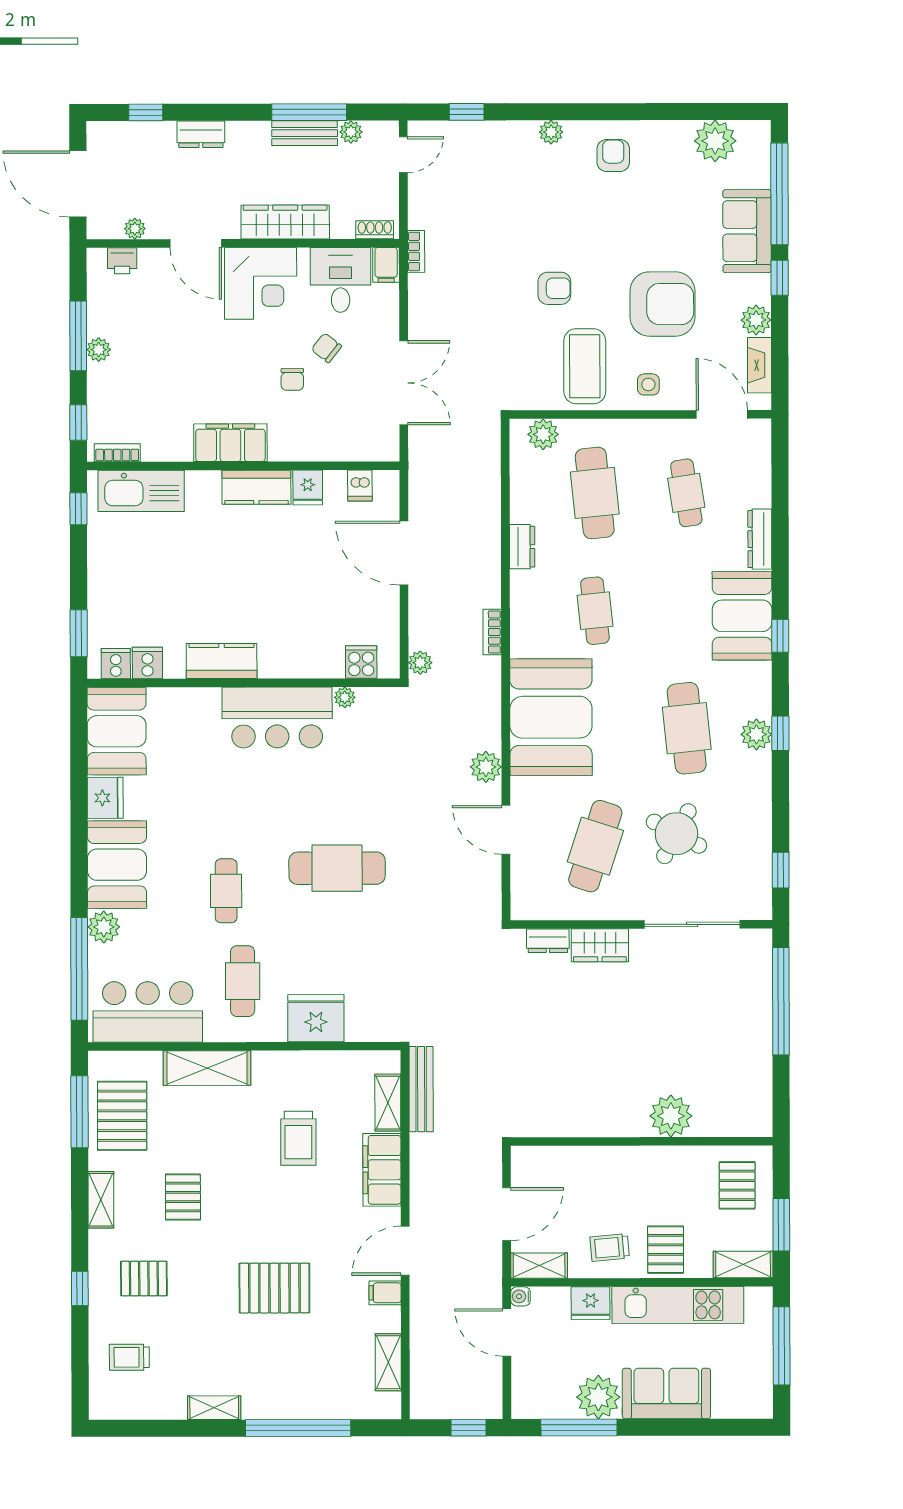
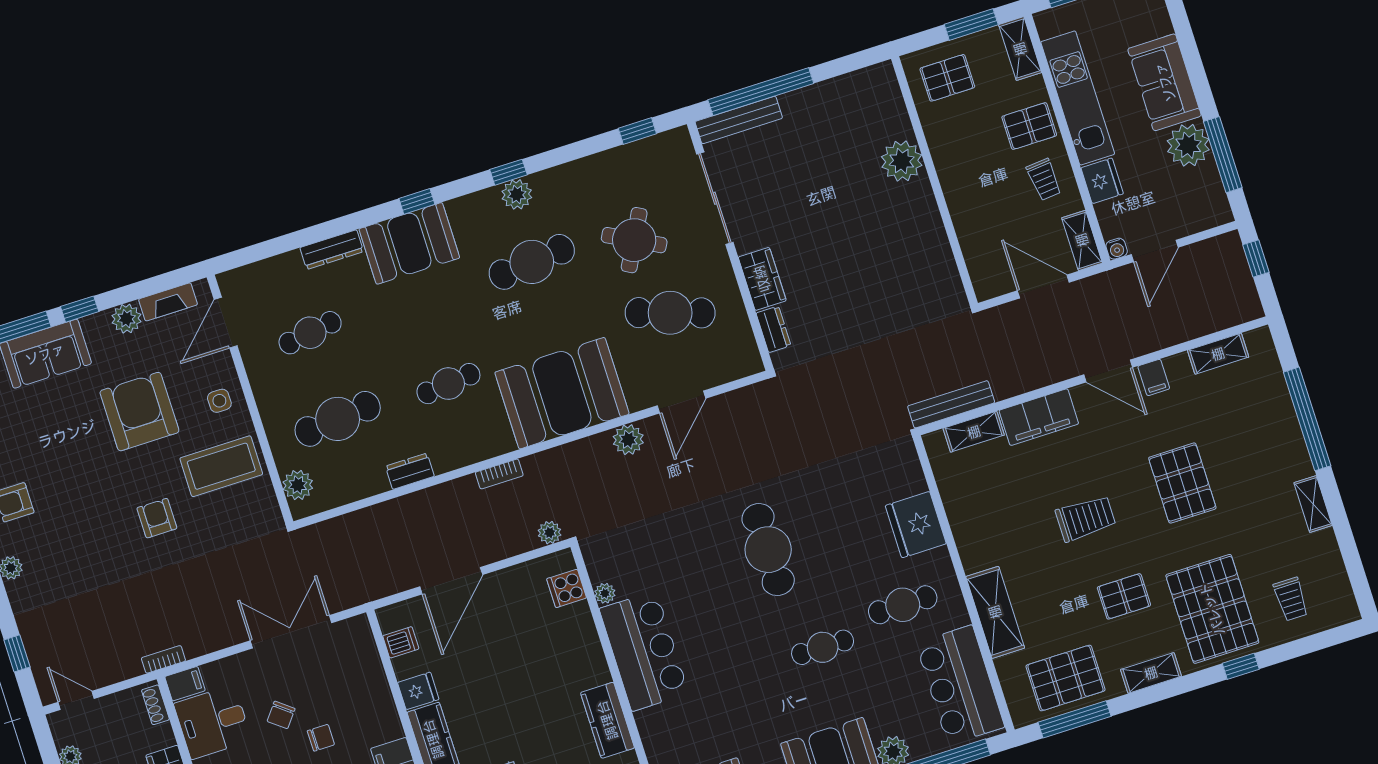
bench: (760, 971) -> (739, 120), added
trolley: (298, 1138) -> (1086, 518), moved
pallet: (144, 1279) -> (1212, 609), width x2.05, depth x2.00

